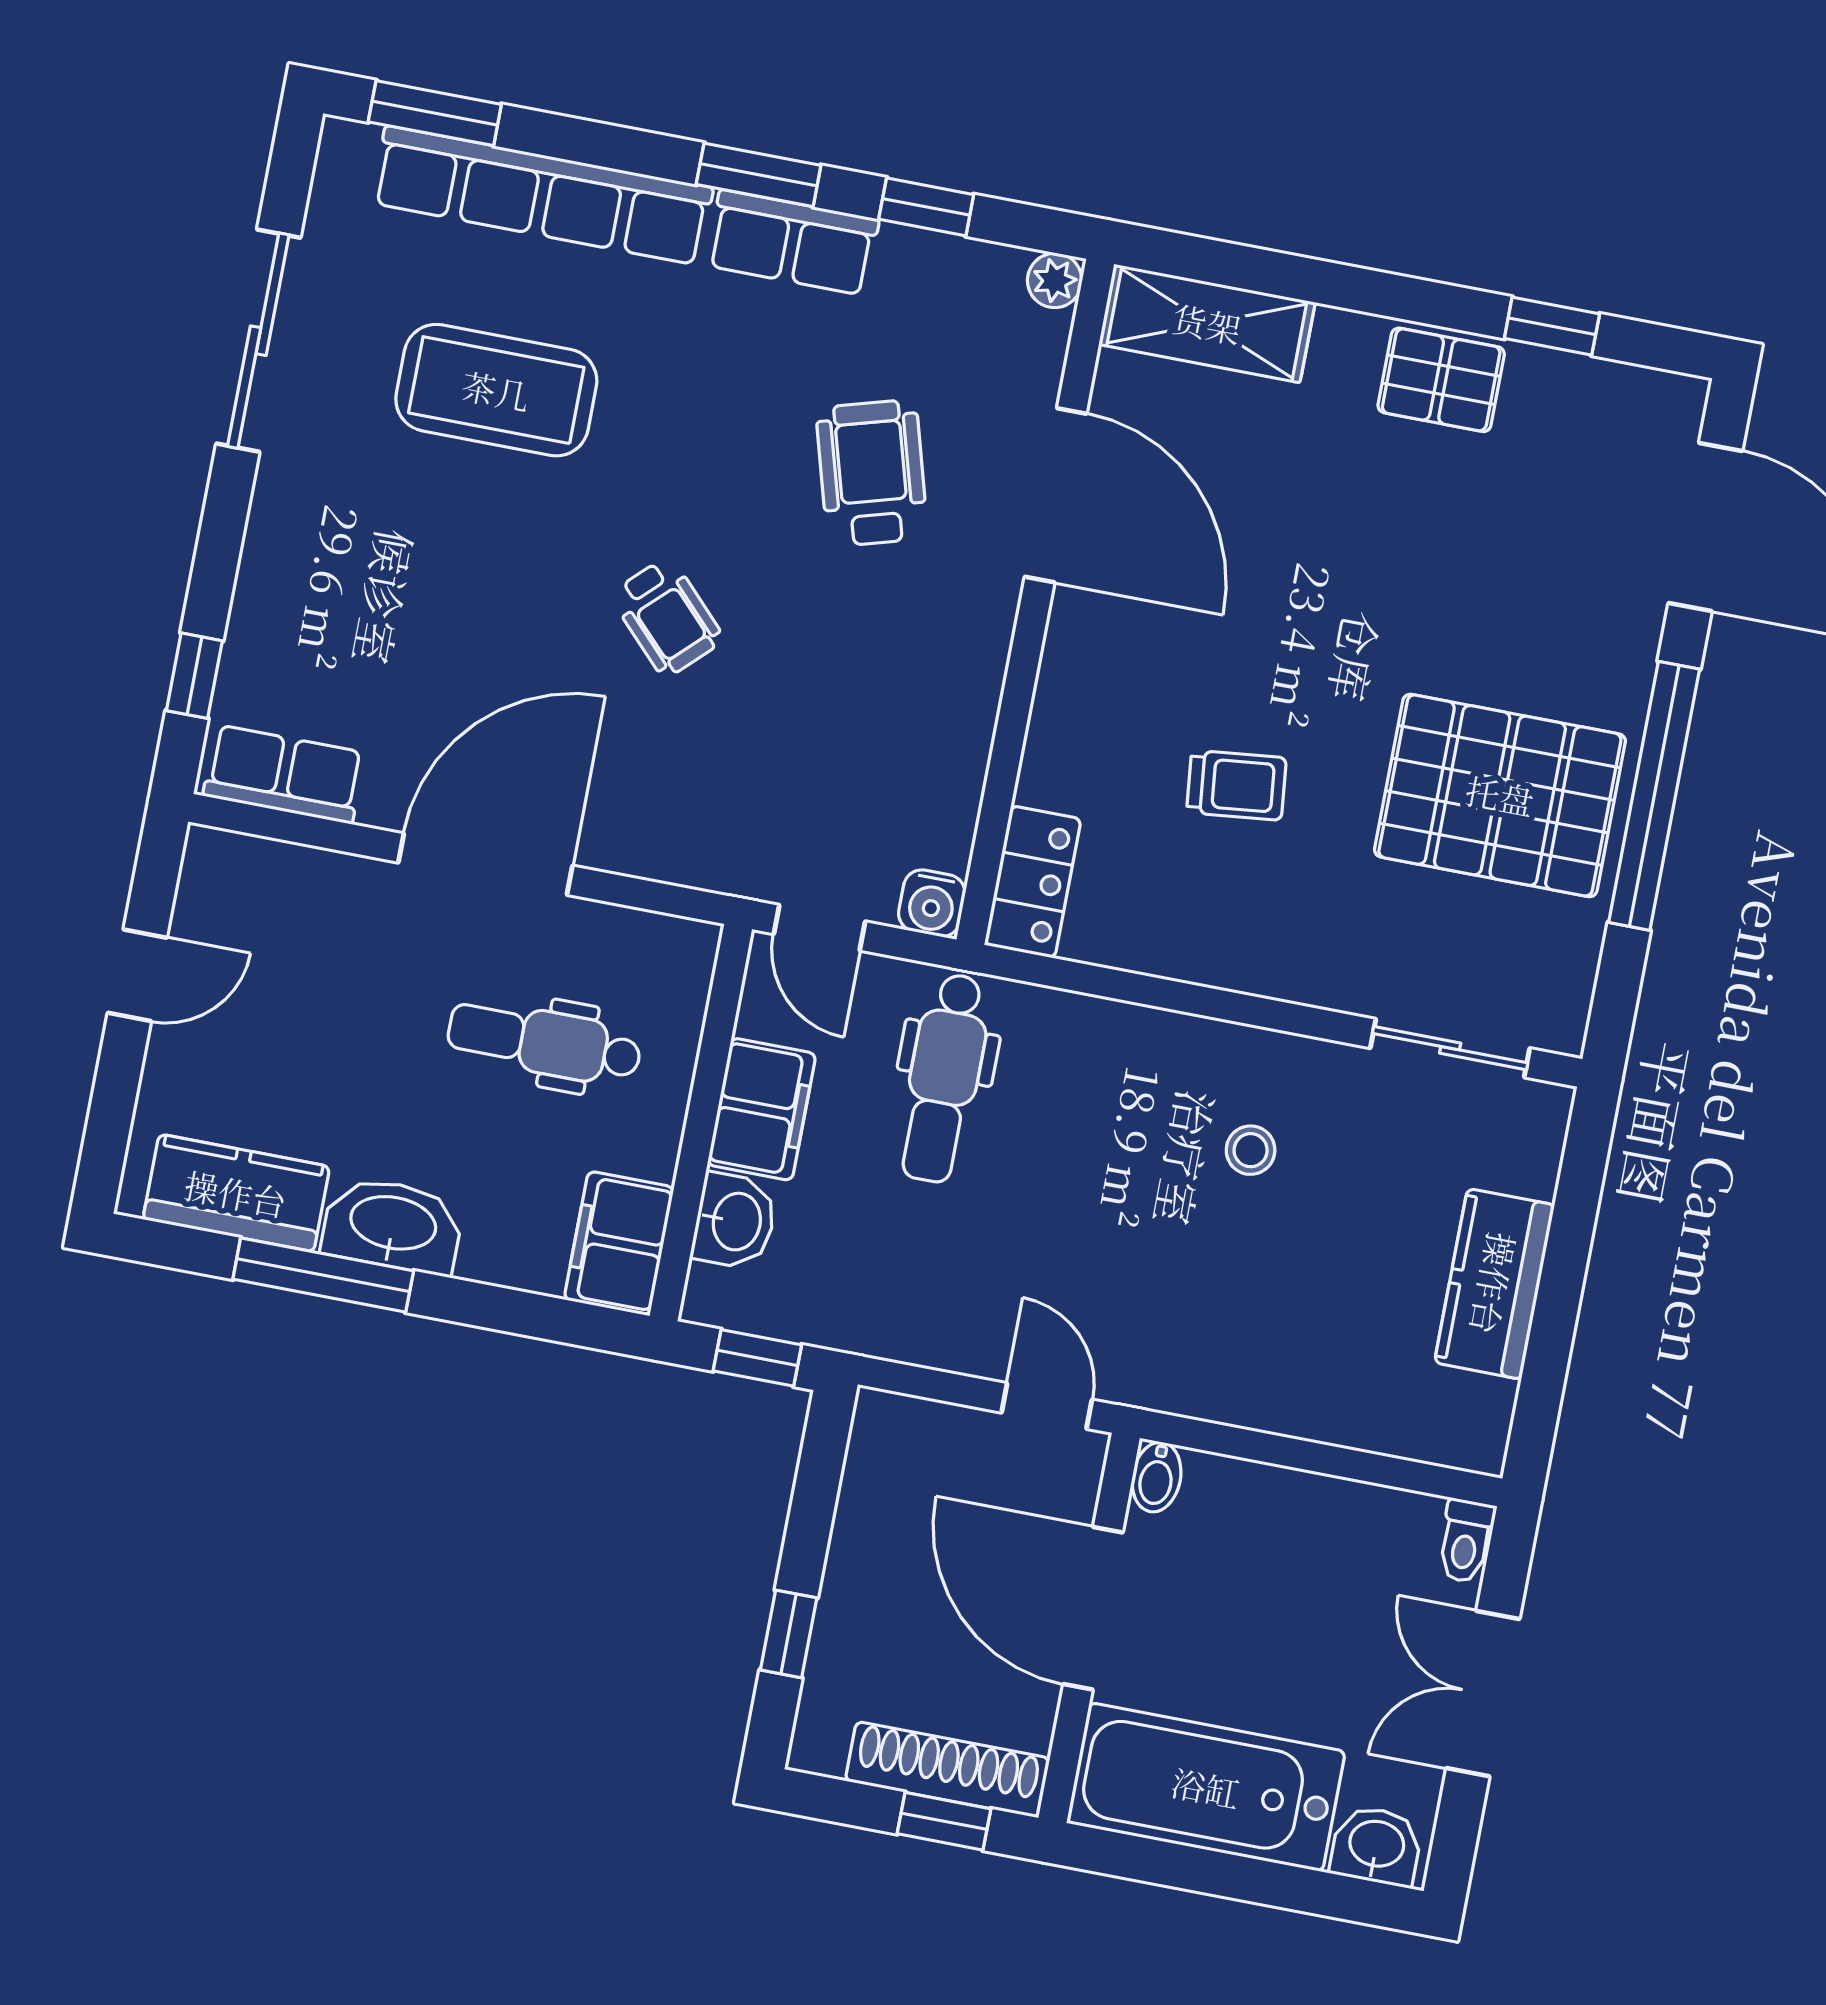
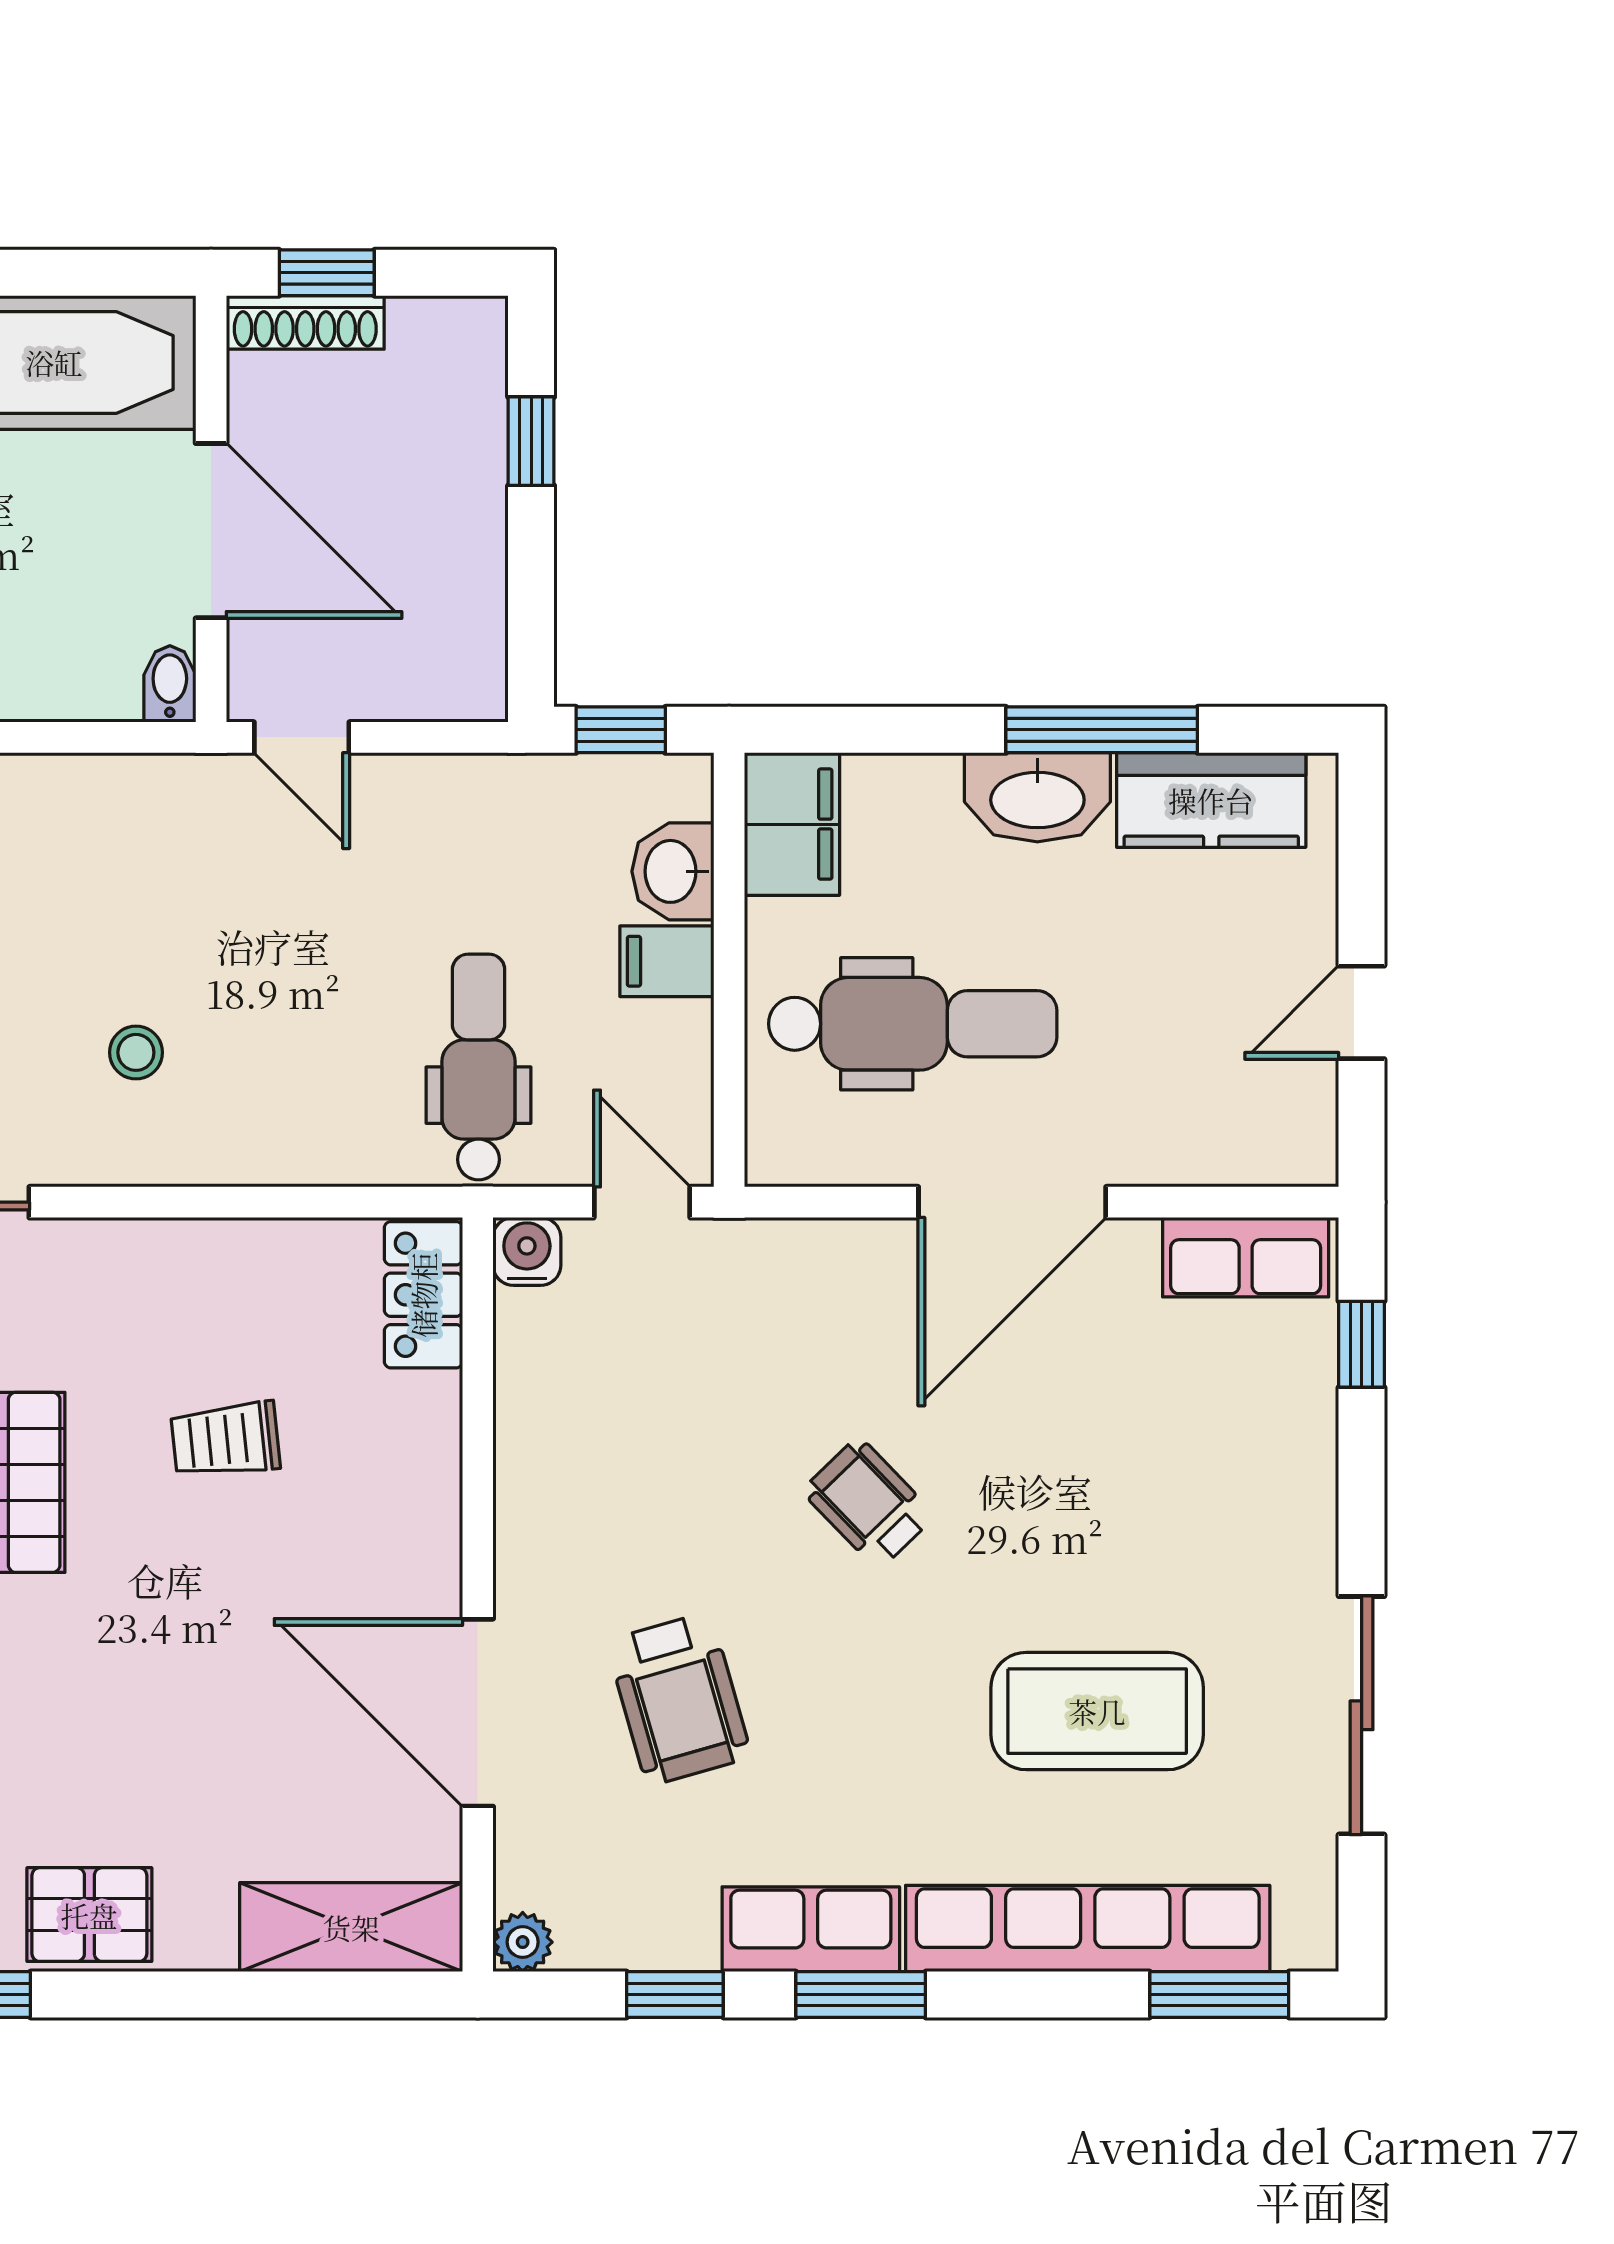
dental chair: (544, 1042) -> (913, 1024), width x1.36, depth x1.38
filing cabinet: (762, 1109) -> (667, 961), width x0.50
shoe rack: (947, 1769) -> (305, 322), width x0.74, depth x0.81

